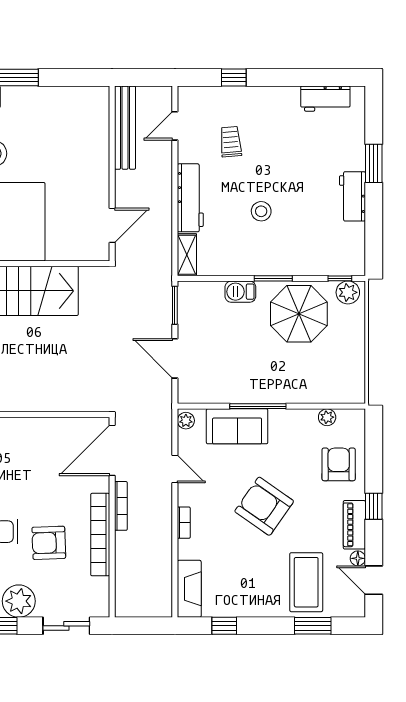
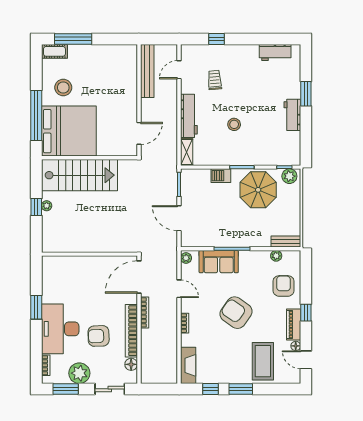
bench: (342, 395) -> (286, 242), added
floor lamp: (100, 587) -> (131, 364), added
window: (313, 626) -> (241, 389), moved

